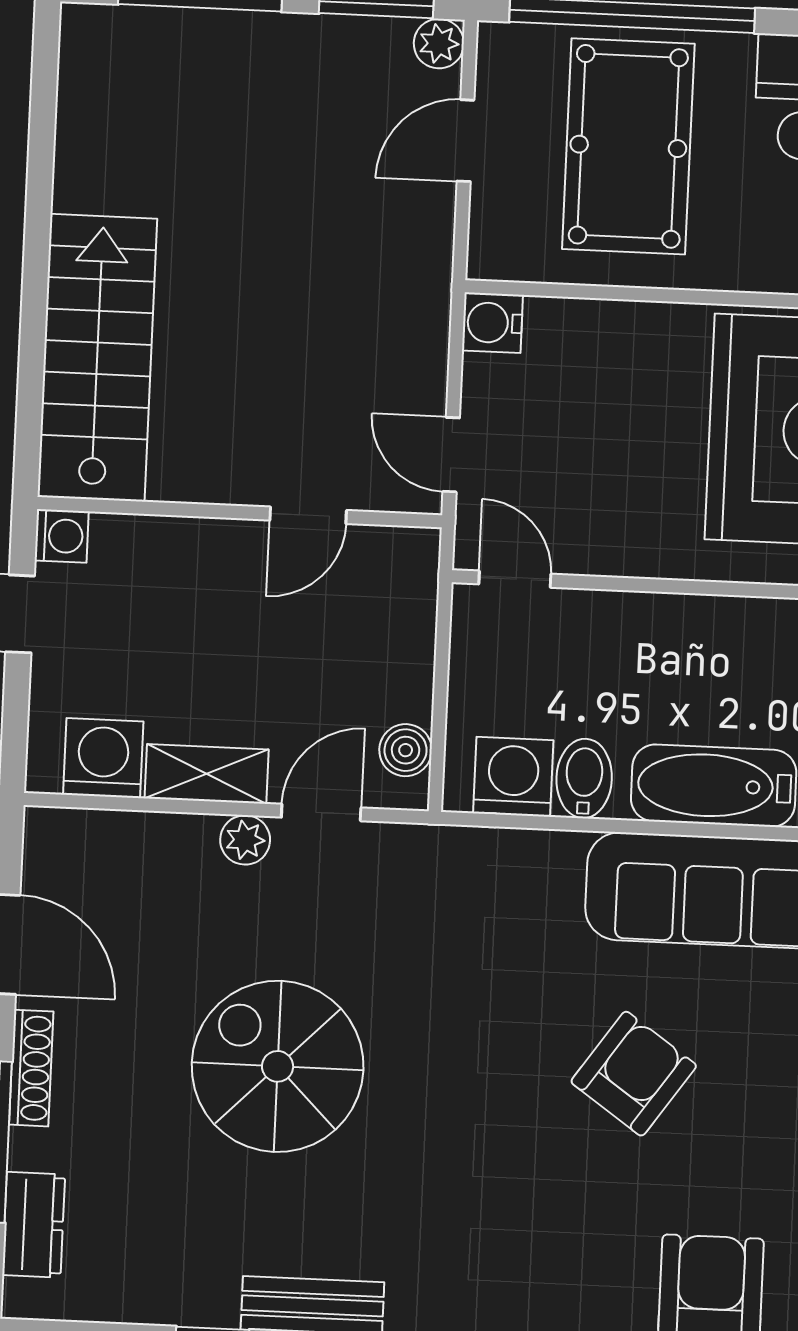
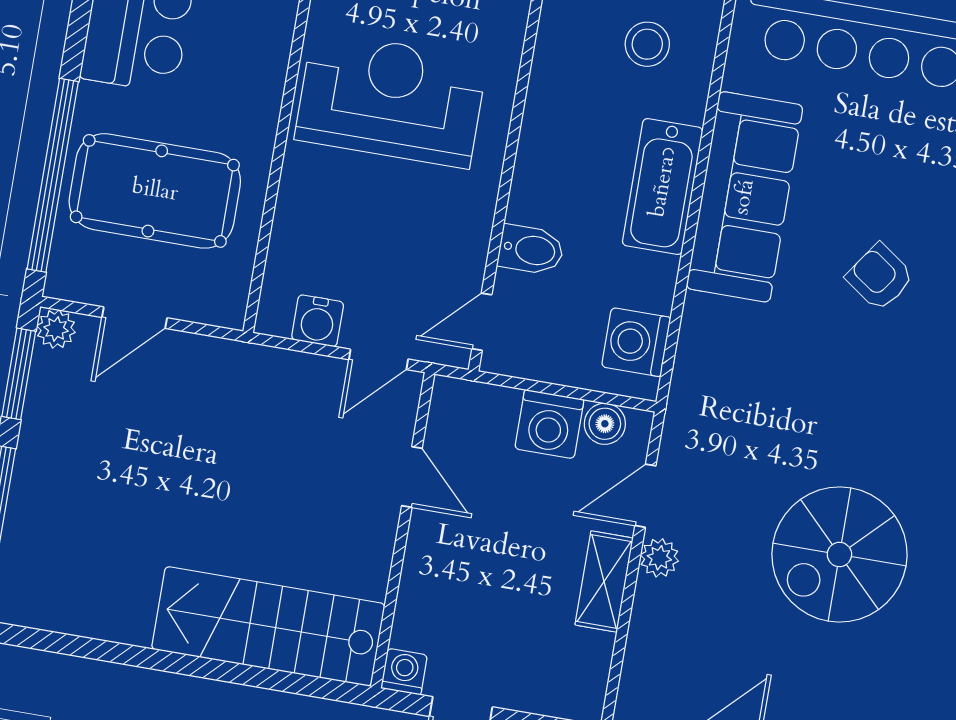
door: (465, 141) -> (135, 318), hinge flipped
water cooler: (492, 323) -> (318, 321), moved
washing machine: (103, 758) -> (549, 424), moved, turned -90
bidet: (584, 778) -> (531, 250), moved, turned 180
door: (321, 813) -> (645, 496), hinge flipped
armchair: (634, 1074) -> (880, 277), width x0.72, depth x0.72

